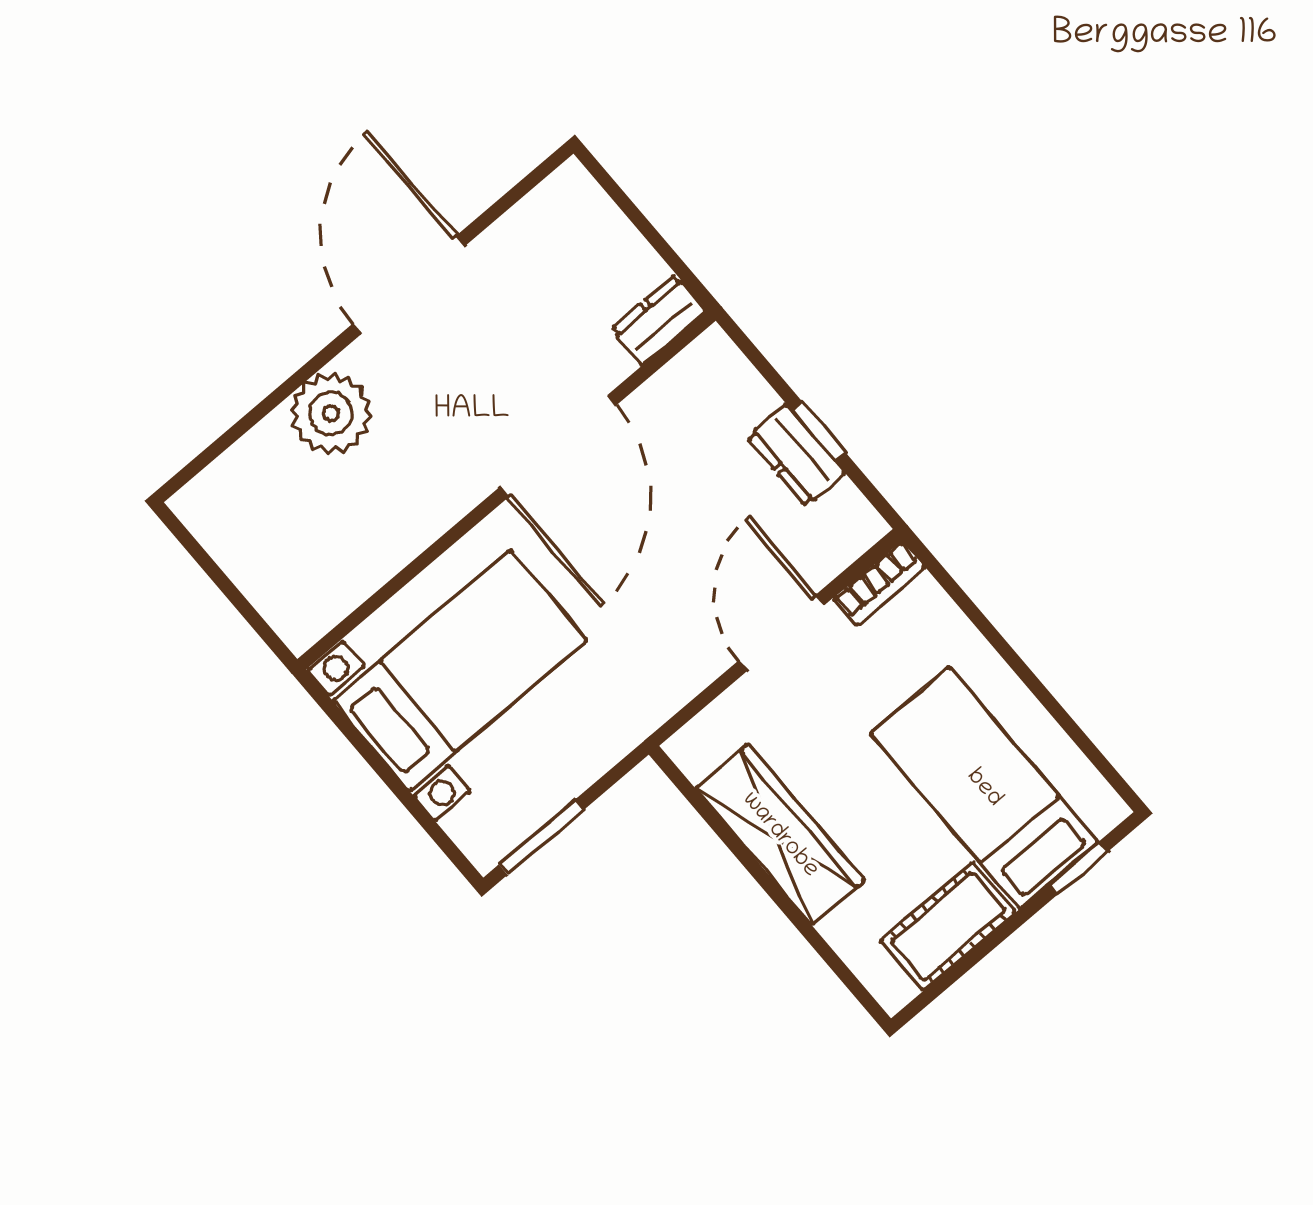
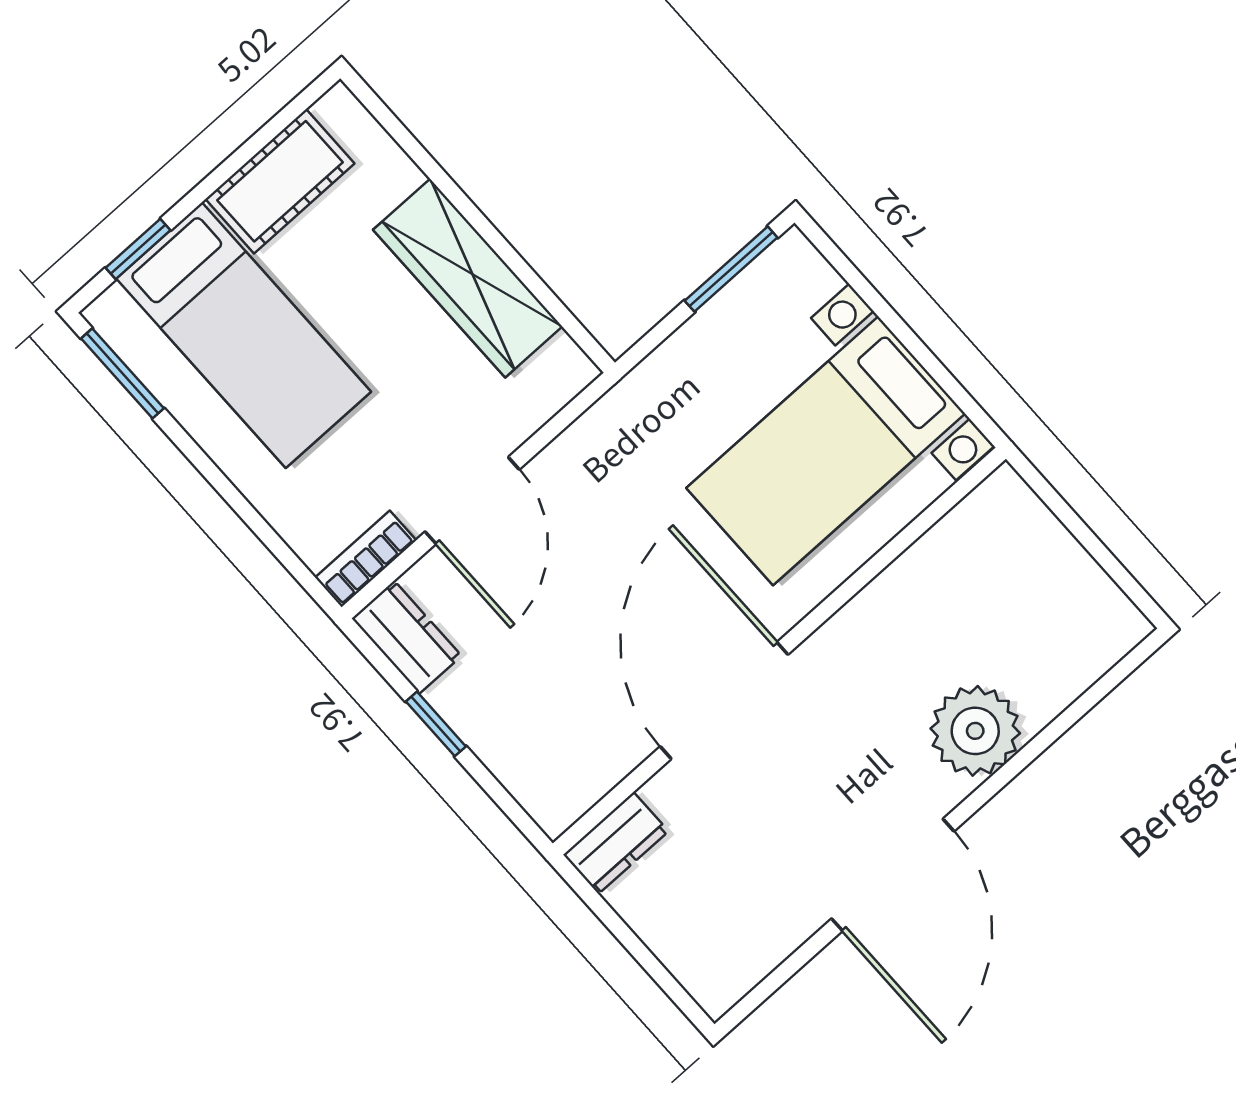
dresser: (796, 455) -> (407, 637), moved
window: (1095, 756) -> (122, 373), added

